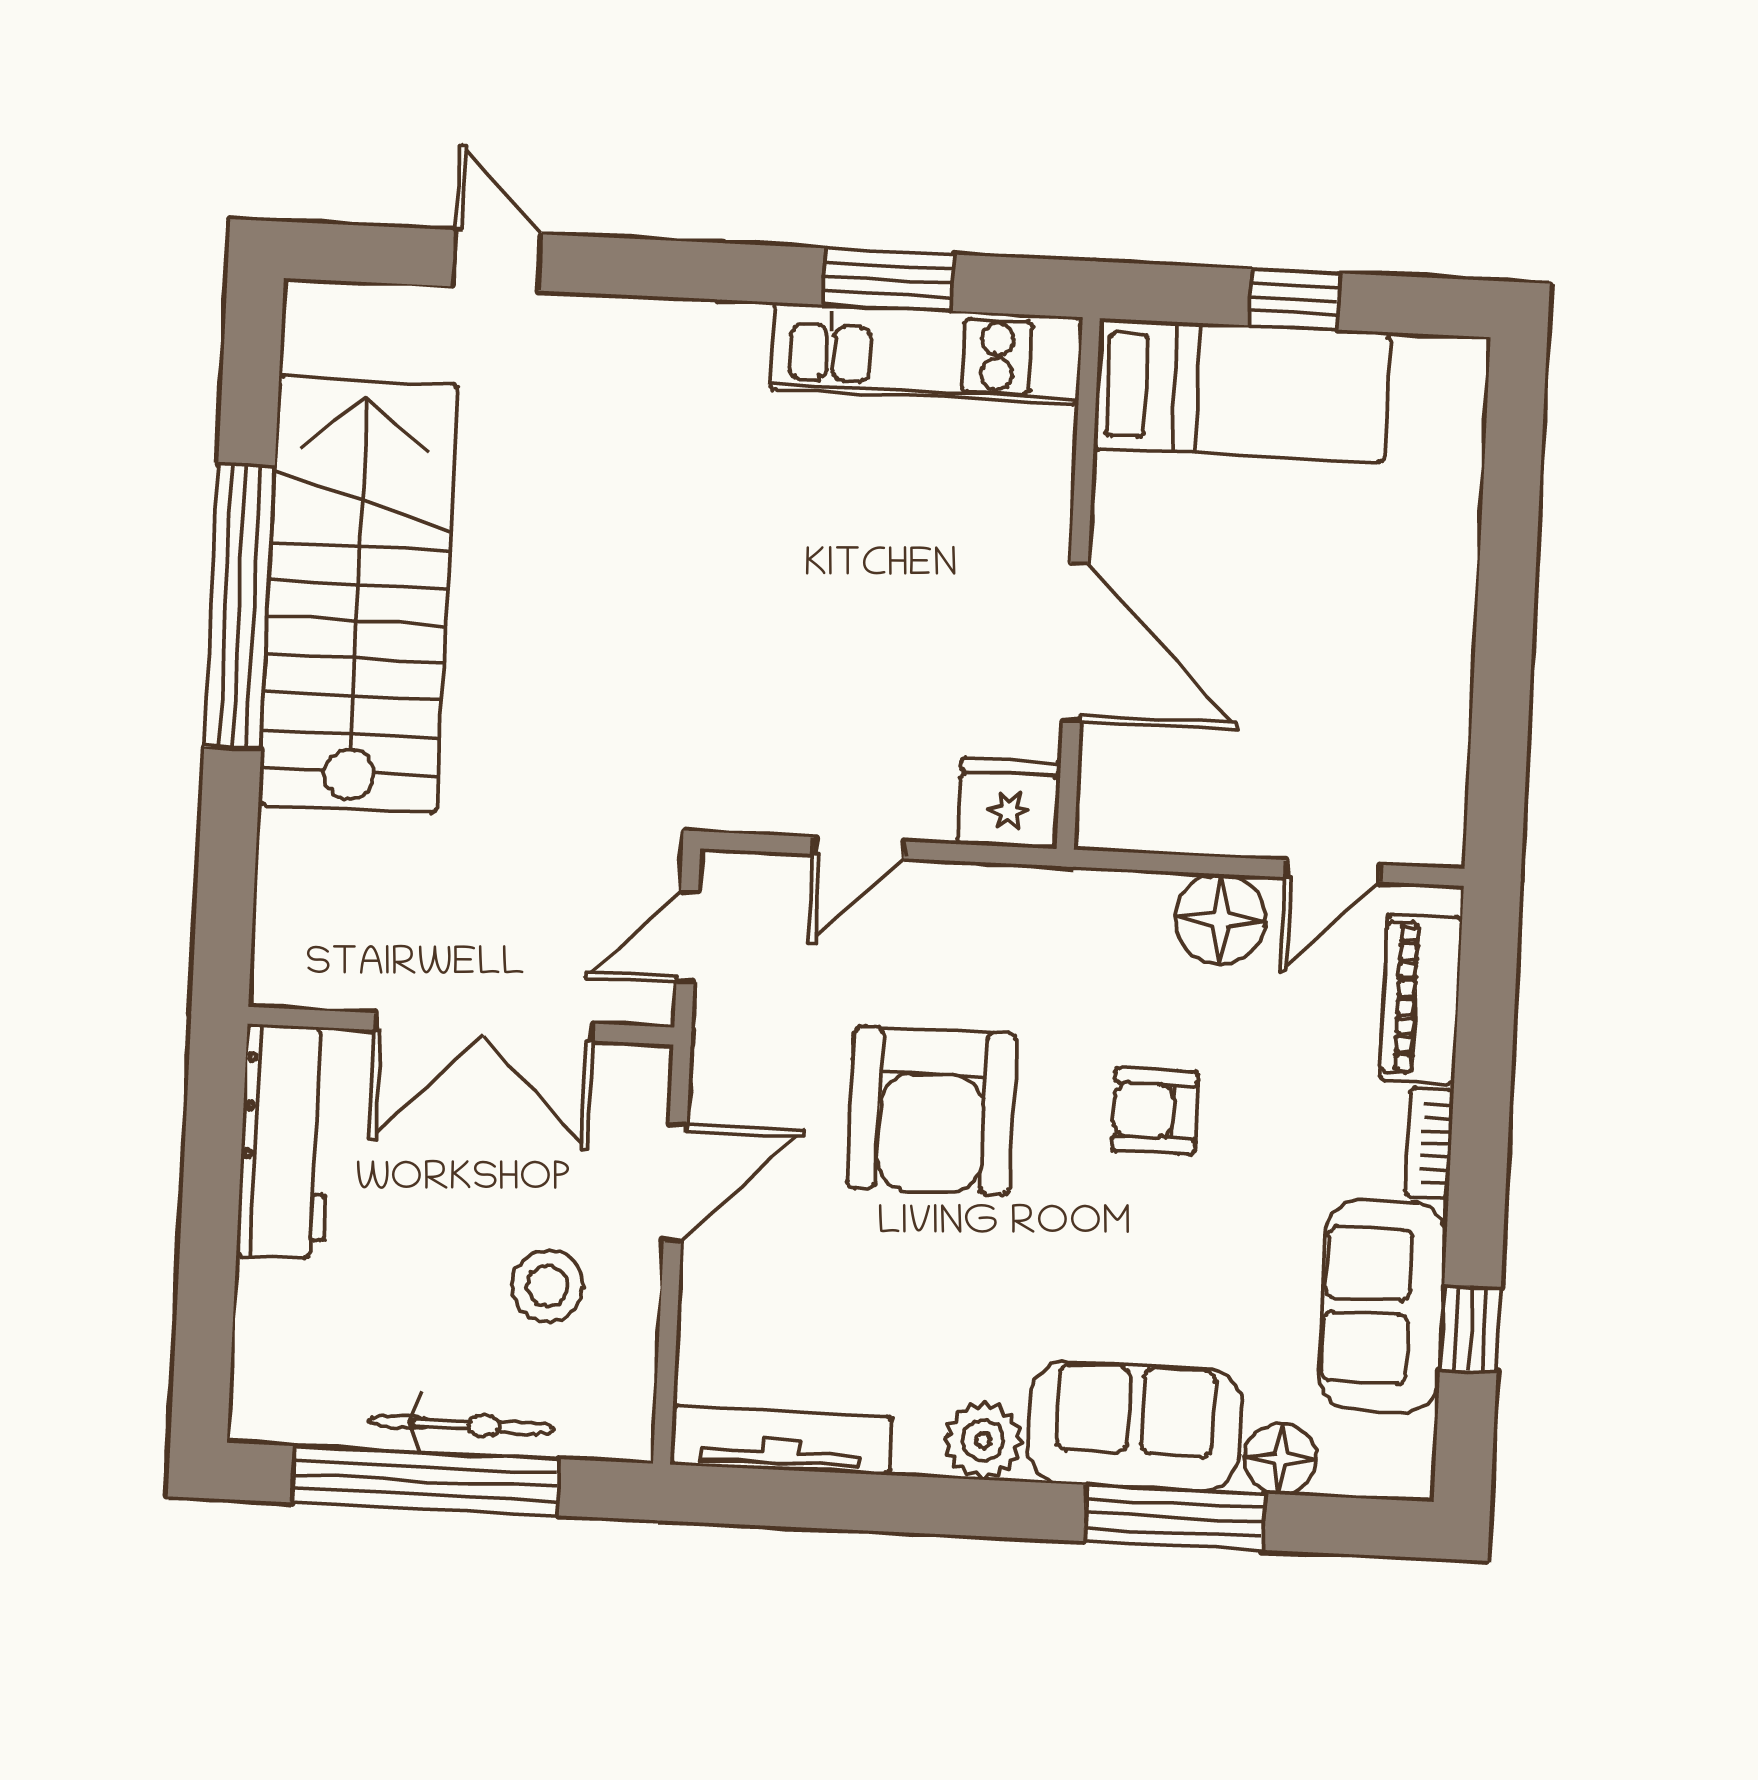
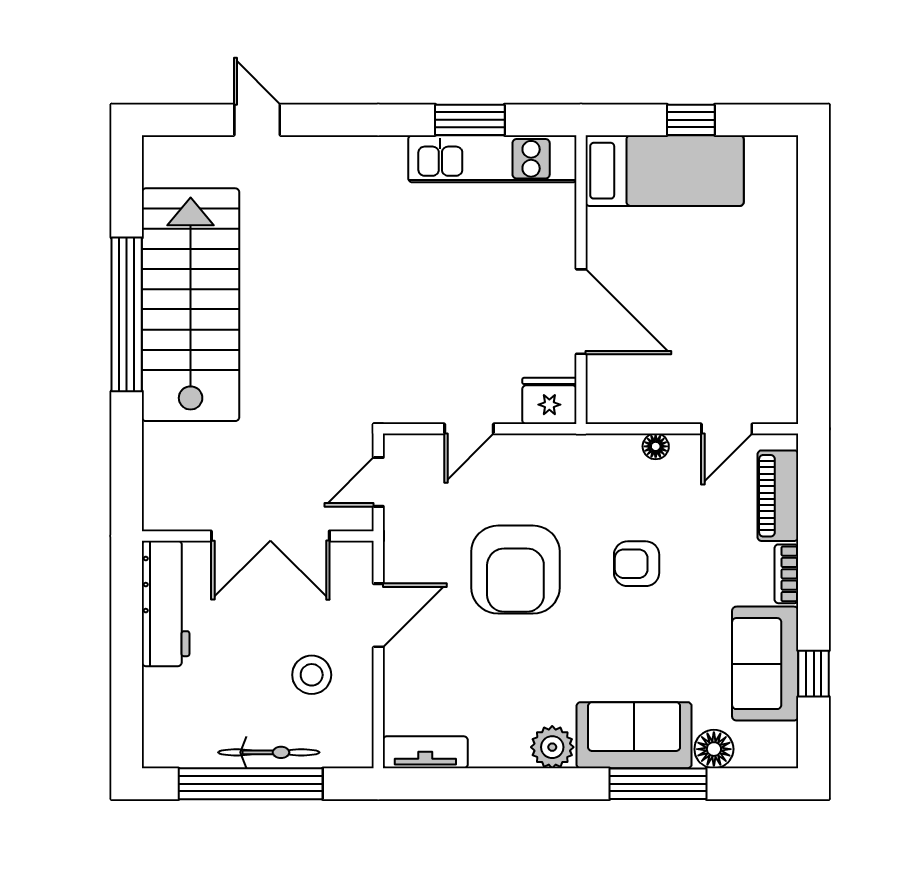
floor lamp: (1221, 919) -> (656, 446), width x0.53, depth x0.53
tv unit: (781, 1440) -> (425, 752), width x0.71

